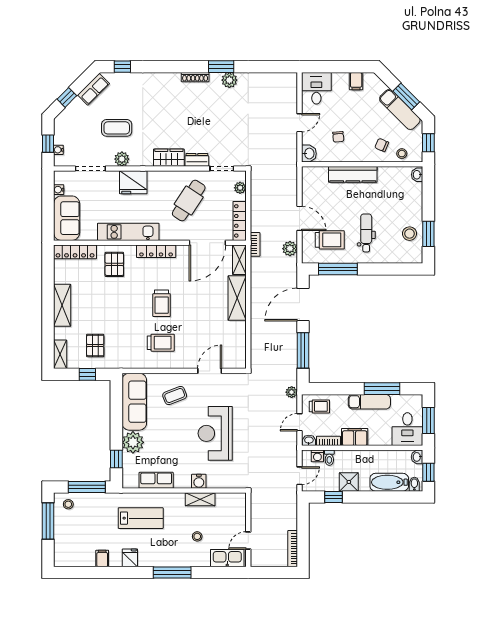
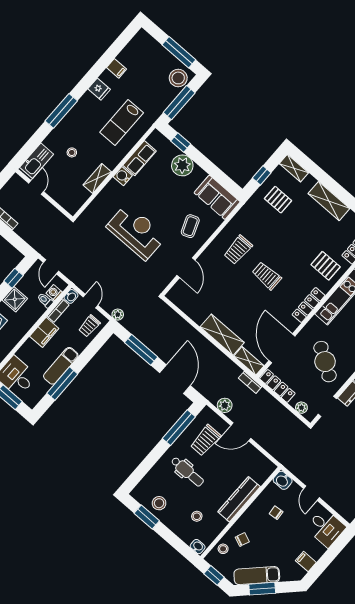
stool: (394, 196) -> (197, 516), added
sofa: (134, 402) -> (217, 197), width x0.73
water cooler: (199, 481) -> (123, 176), moved
stool: (68, 504) -> (178, 78), width x1.89, depth x1.89

